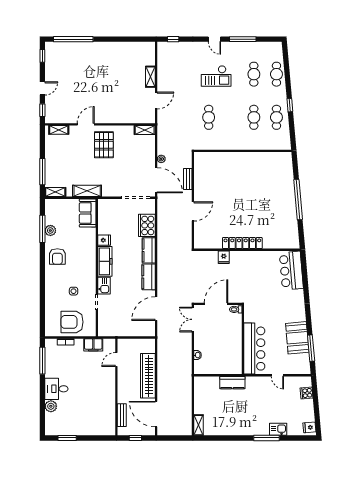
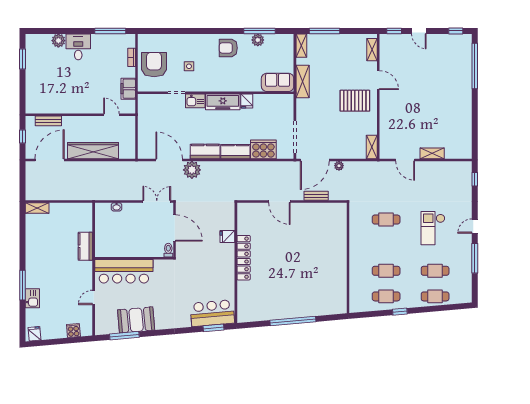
window: (304, 269) -> (214, 328), added
plant: (165, 289) -> (192, 170), added

